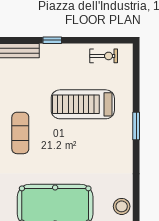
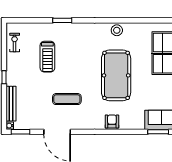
treadmill: (83, 104) -> (47, 57), width x0.73, depth x0.73

